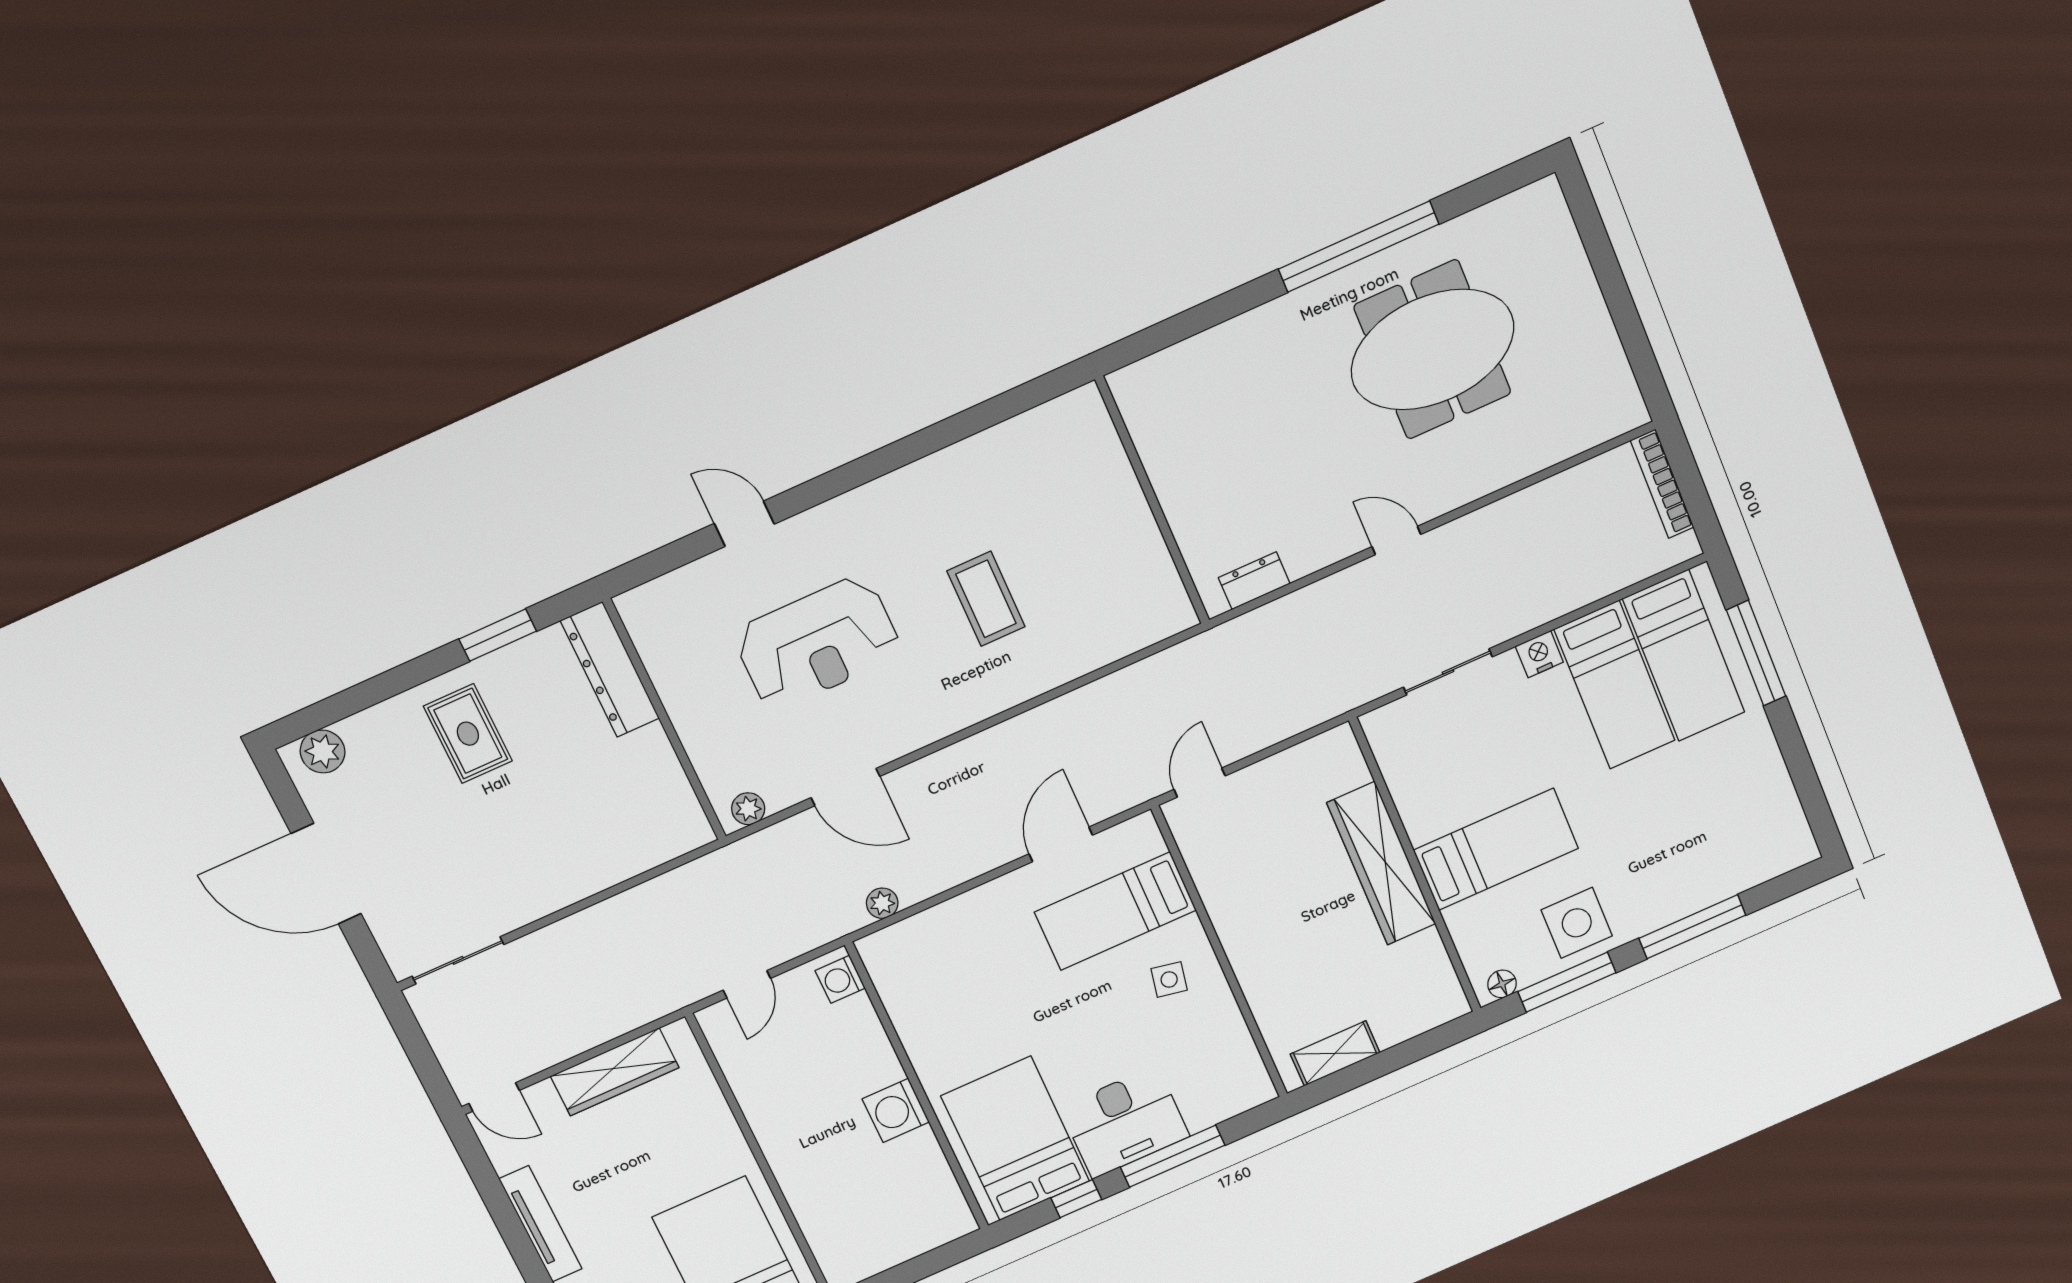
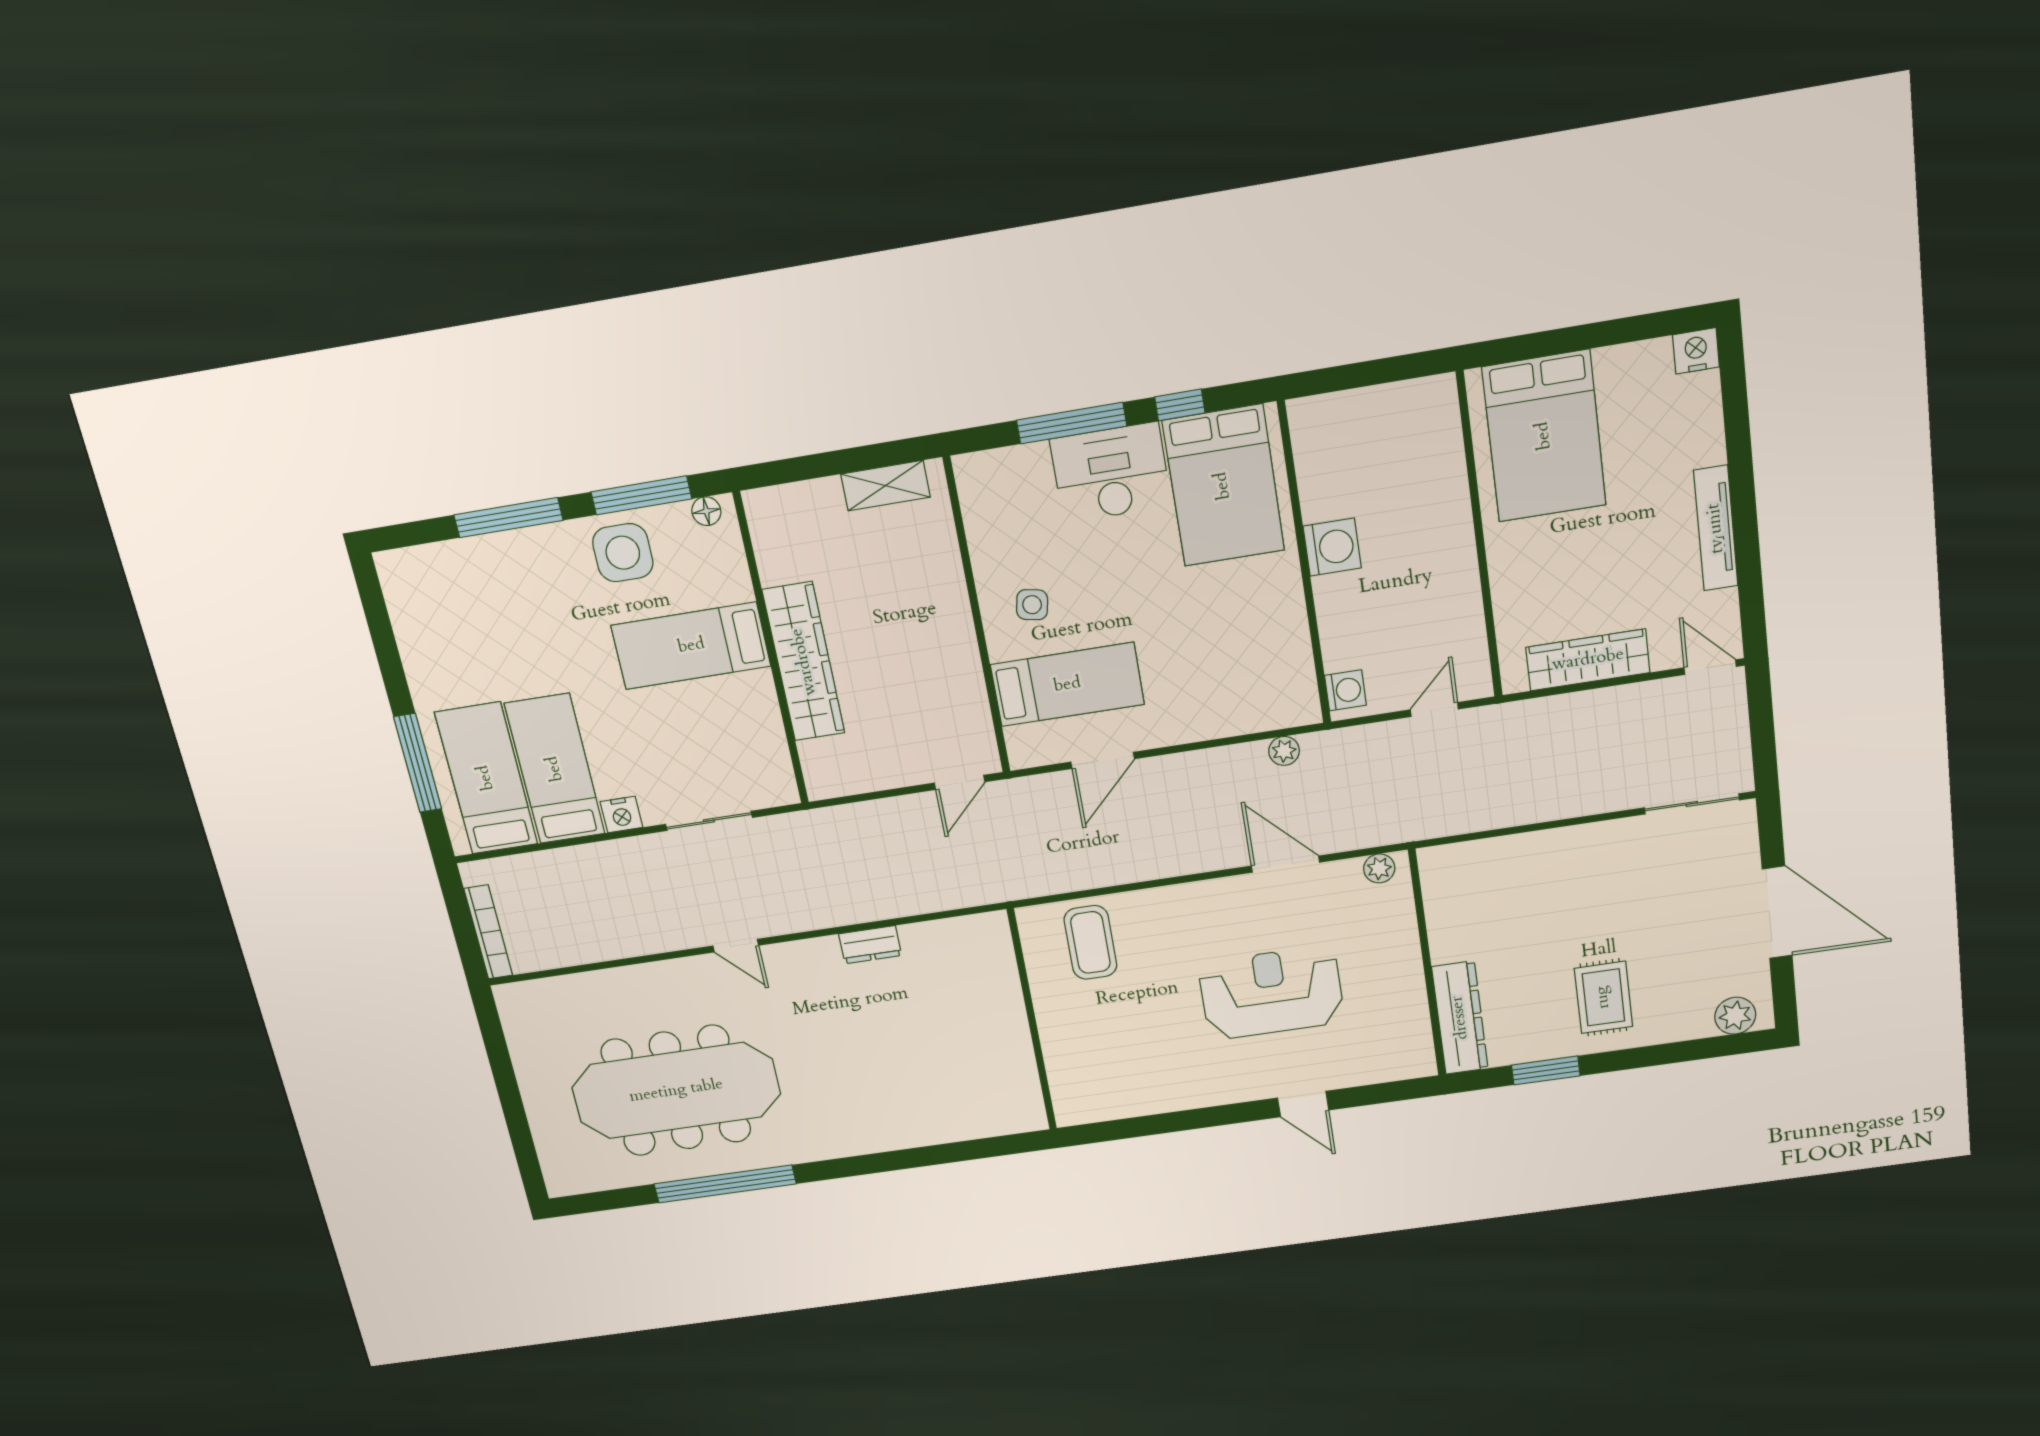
meeting table: (1433, 350) -> (676, 1091), width x1.36
wall: (1153, 501) -> (1032, 1020), moved
coffee table: (986, 599) -> (1090, 942), moved

